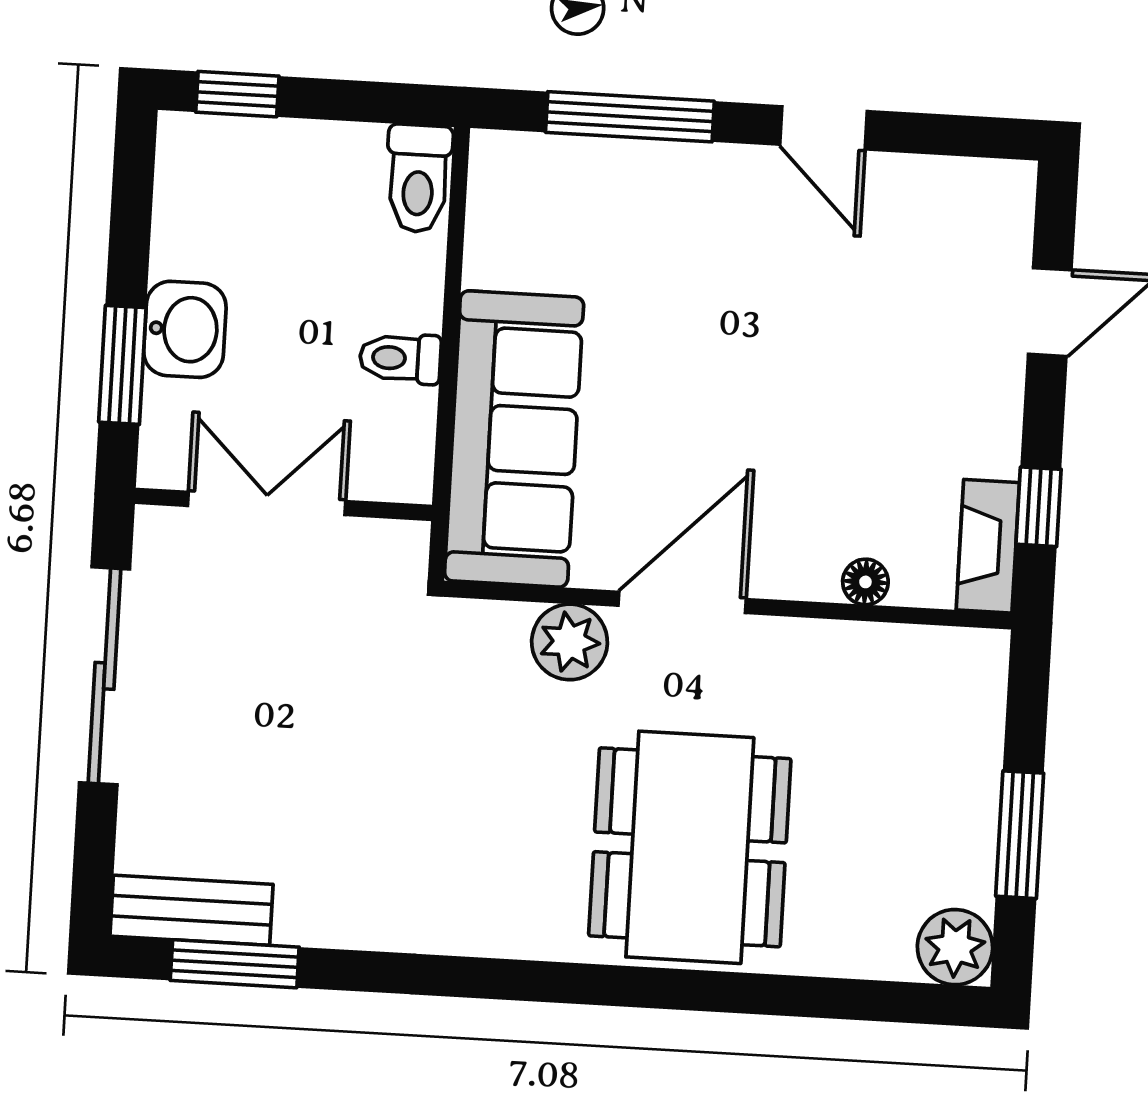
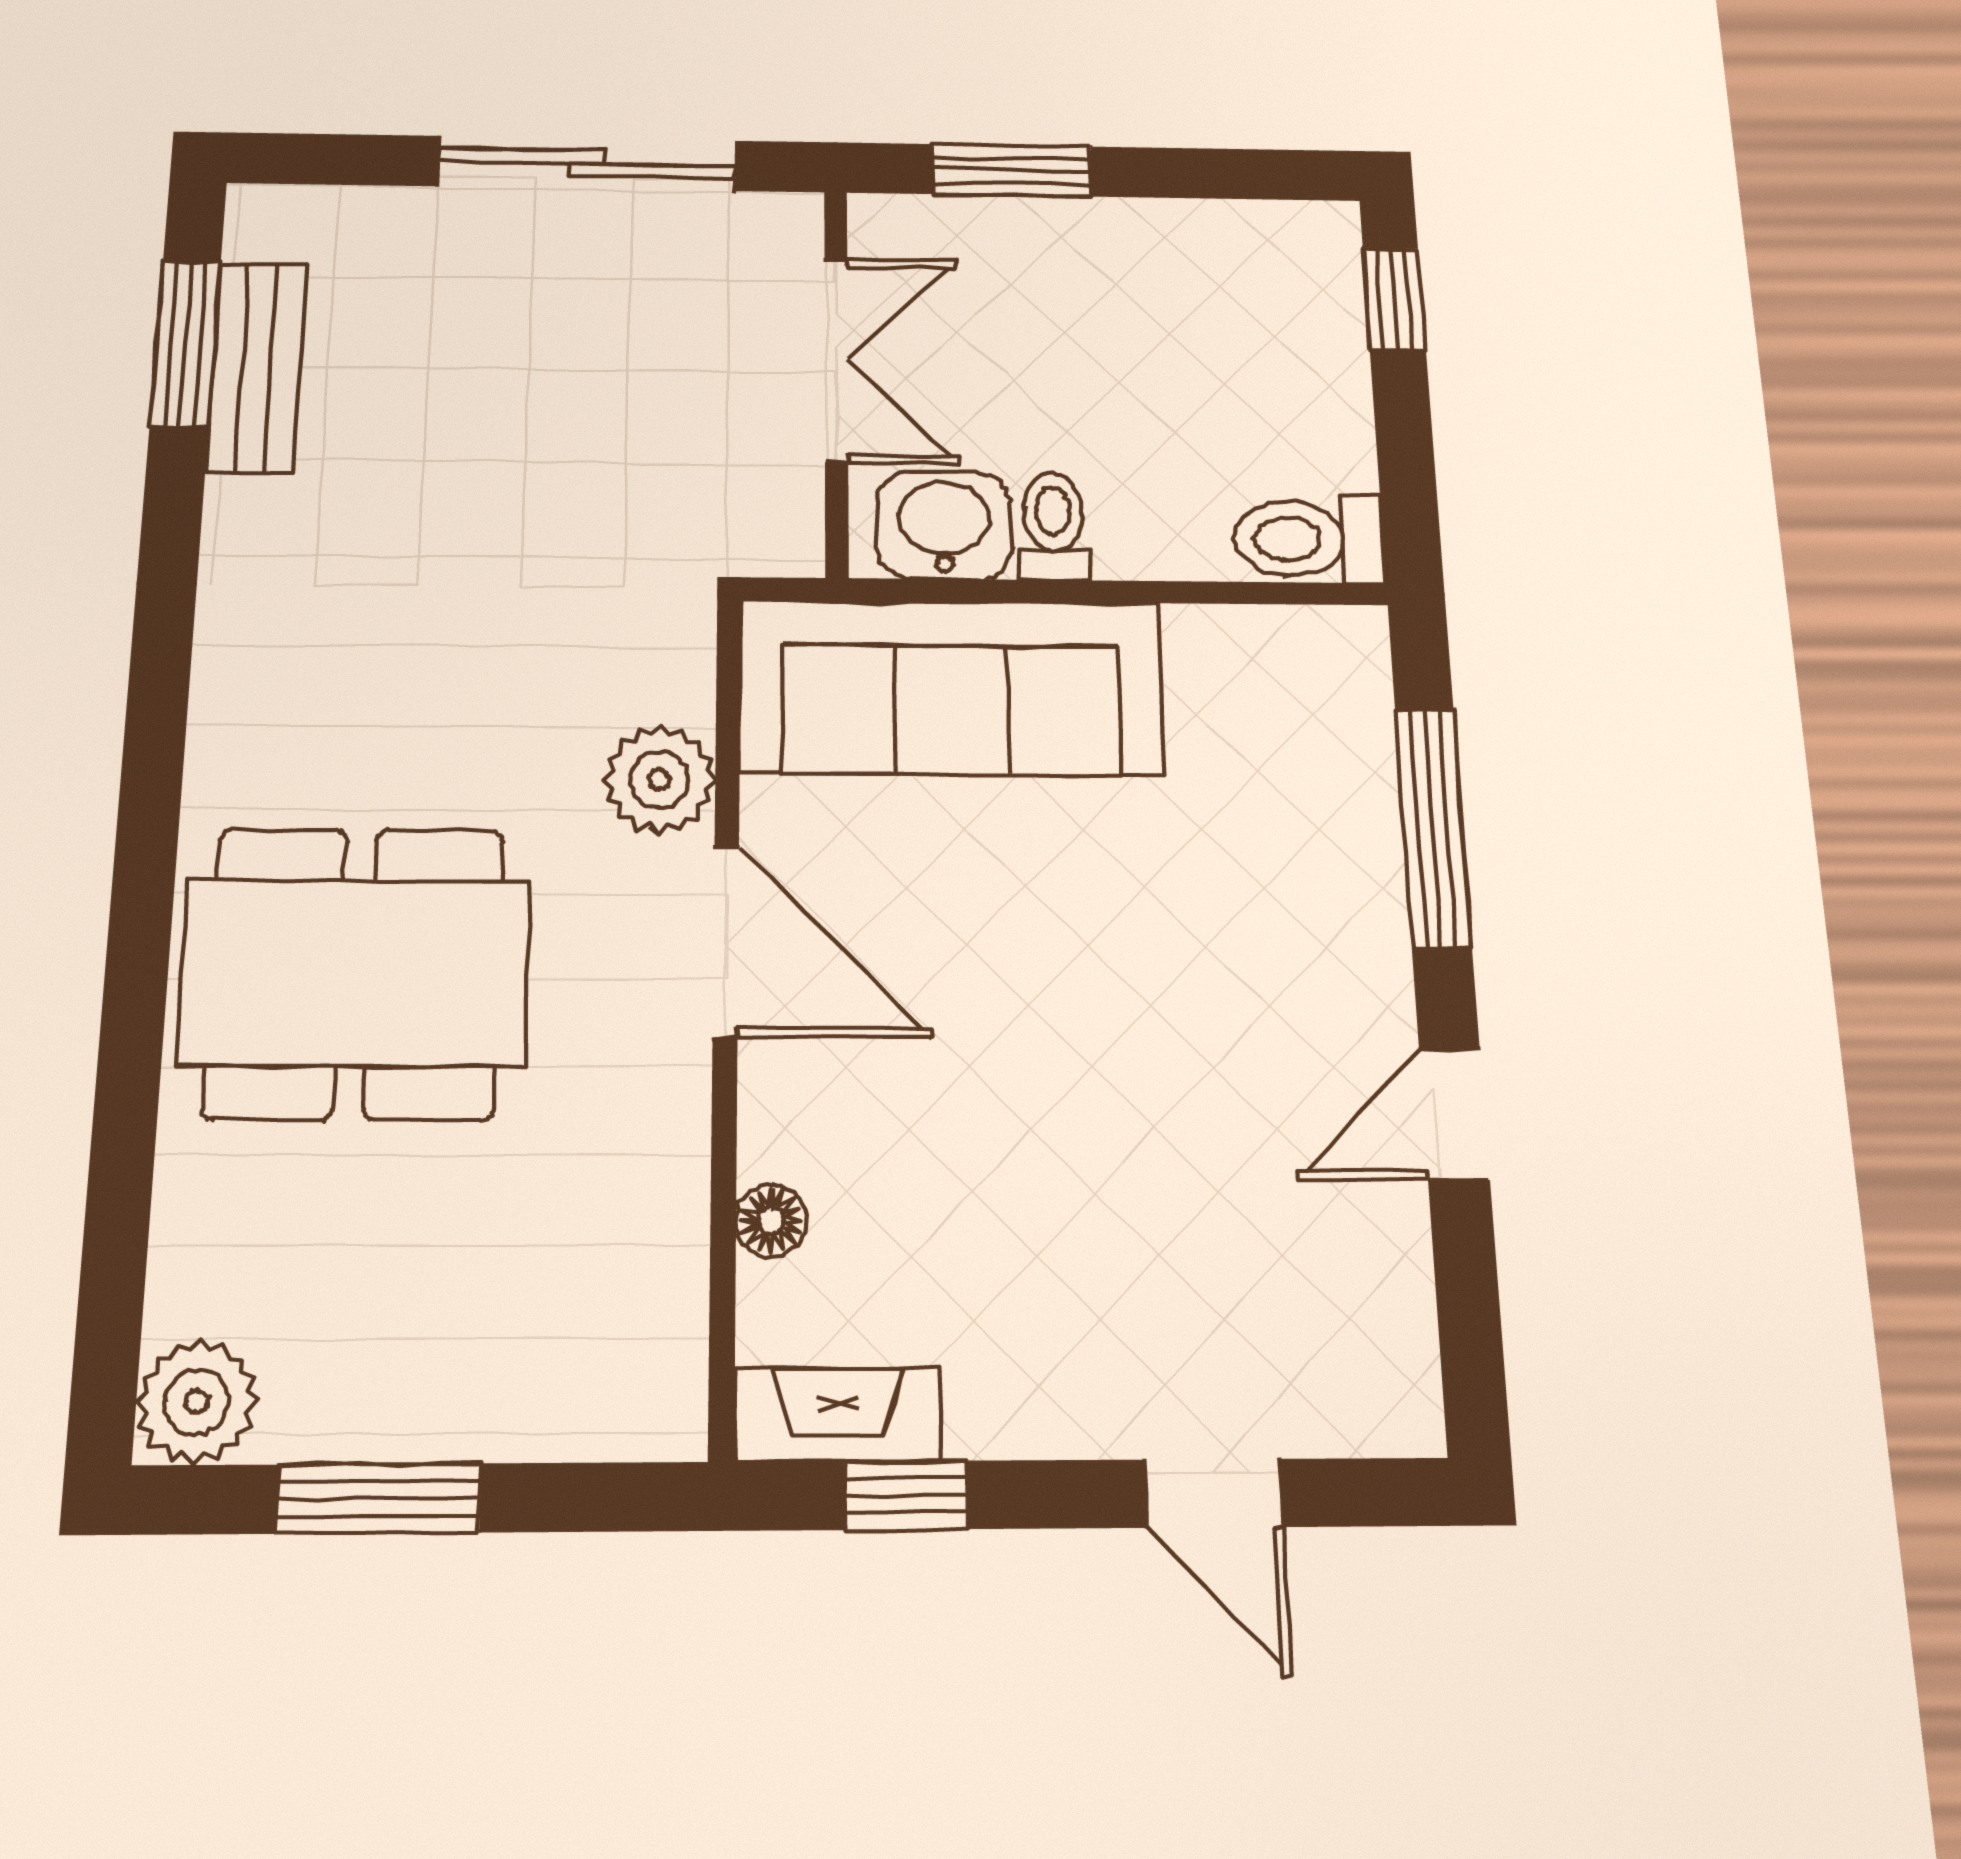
washbasin: (185, 329) -> (944, 525), moved, turned 180
bench: (192, 910) -> (256, 367), moved

